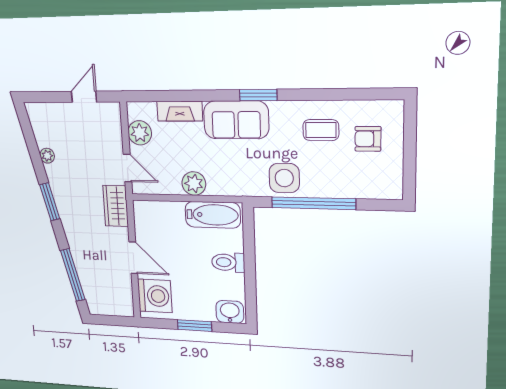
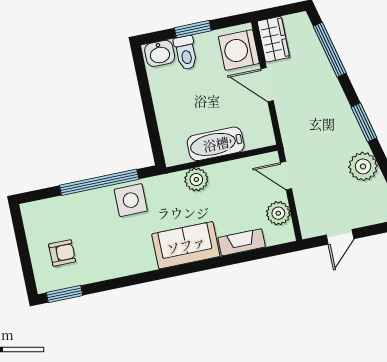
window: (258, 95) -> (65, 294), moved
coffee table: (321, 130) -> (106, 252), removed
plant: (47, 156) -> (363, 166), width x1.88, depth x1.88
plant: (194, 184) -> (196, 179), moved
wardrobe: (116, 206) -> (273, 39), moved
bathtub: (213, 215) -> (216, 144), moved
toilet: (228, 262) -> (186, 53), moved, turned 90

